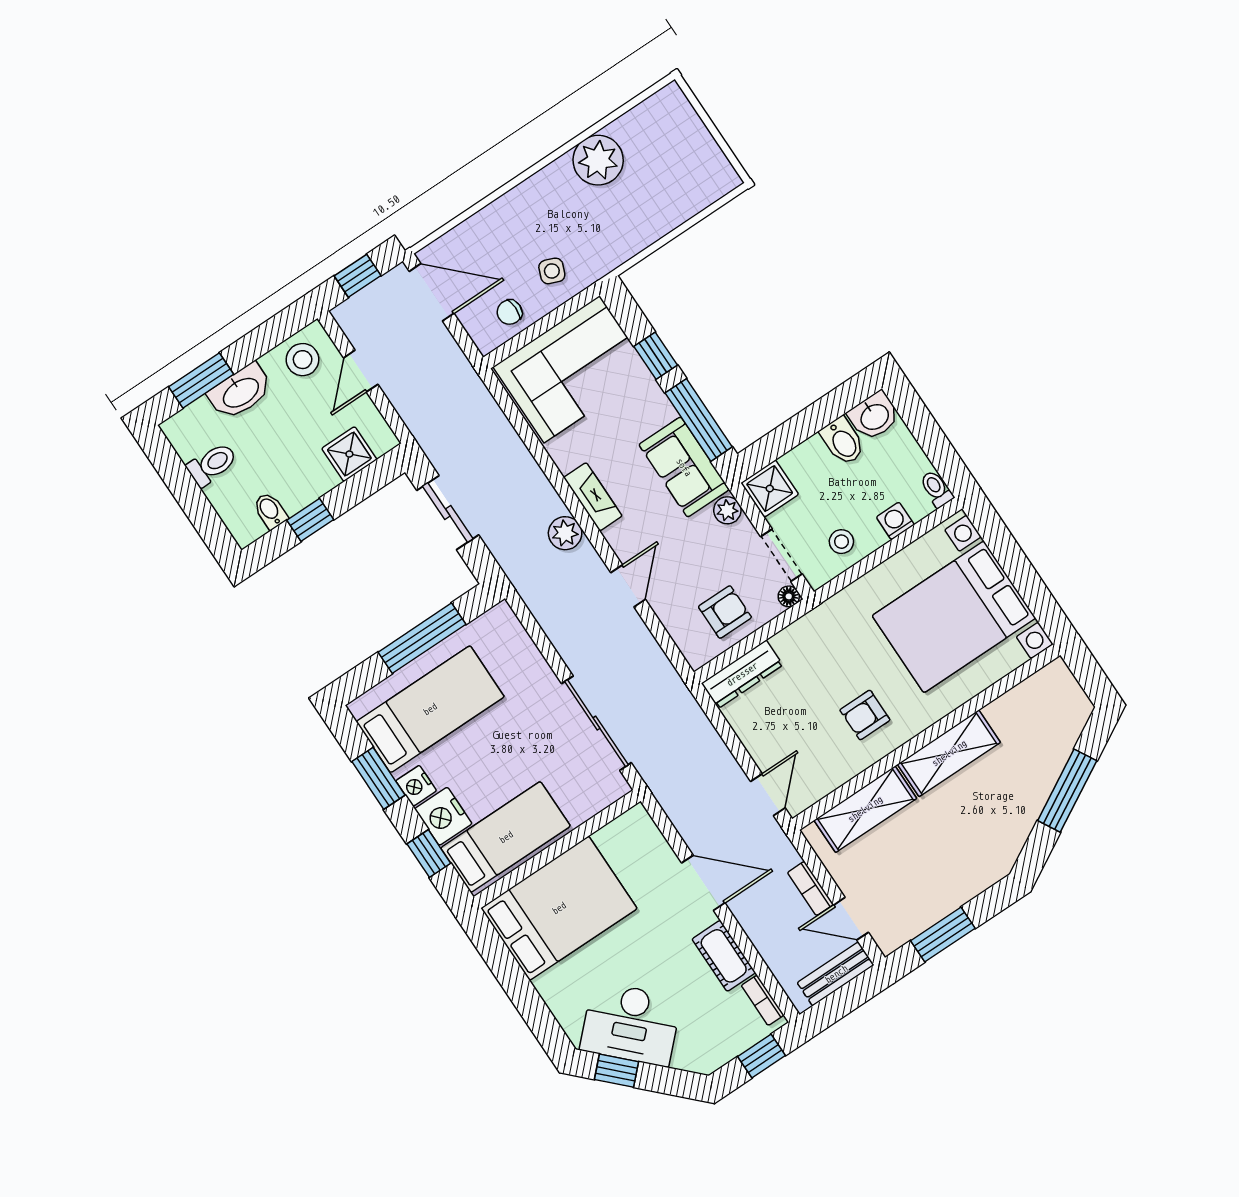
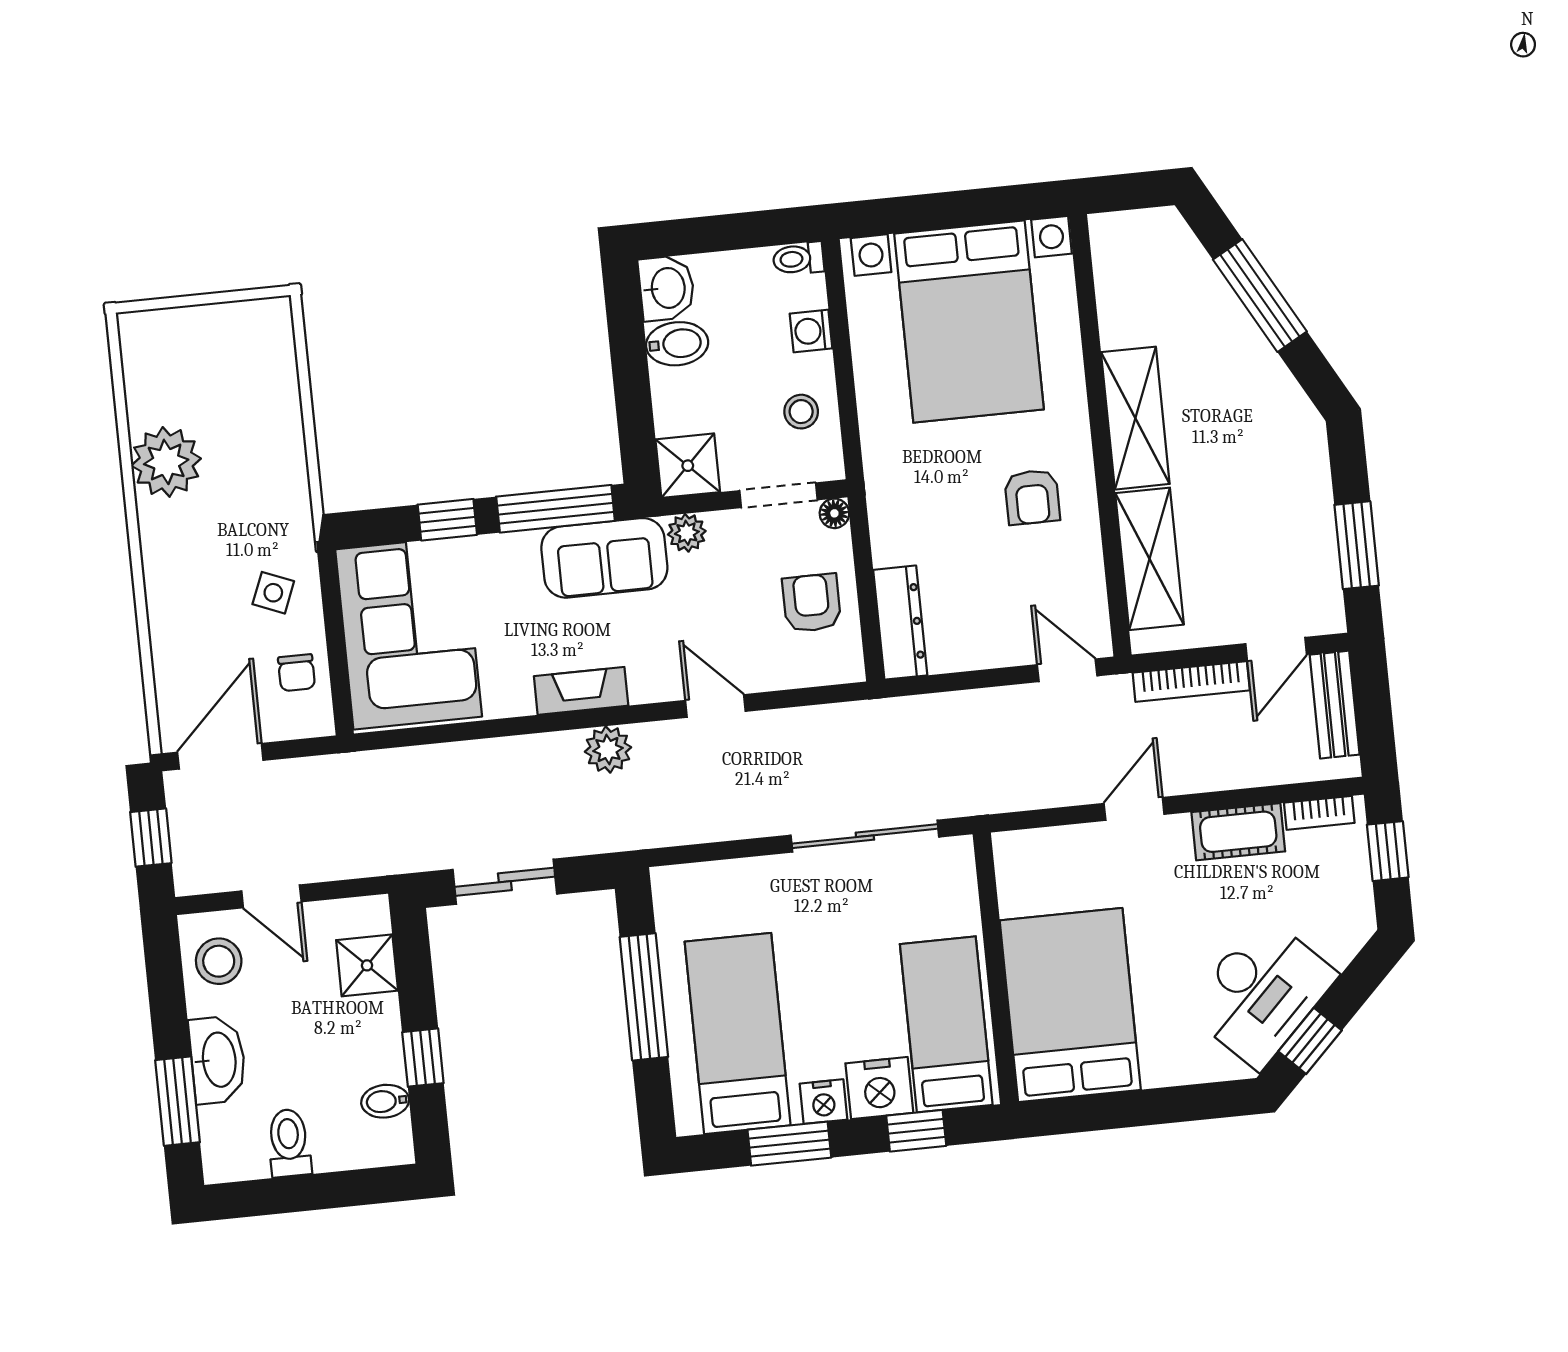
door: (703, 883) -> (1134, 809), width x0.73
bookcase: (810, 888) -> (1191, 682), width x1.56

